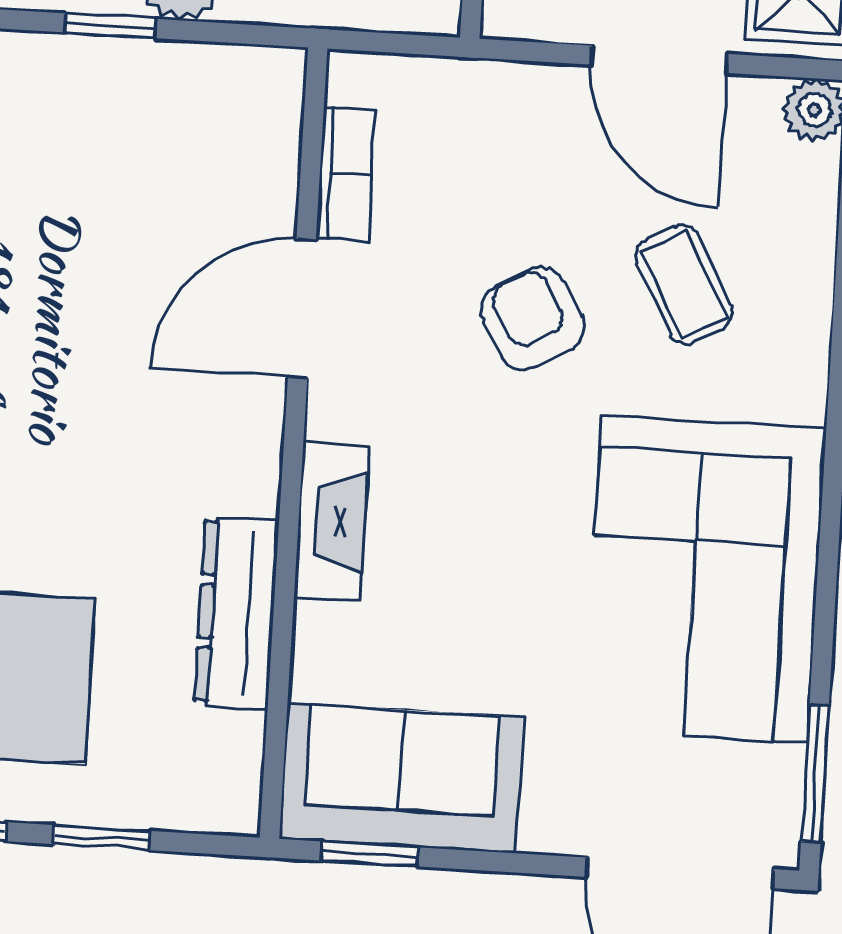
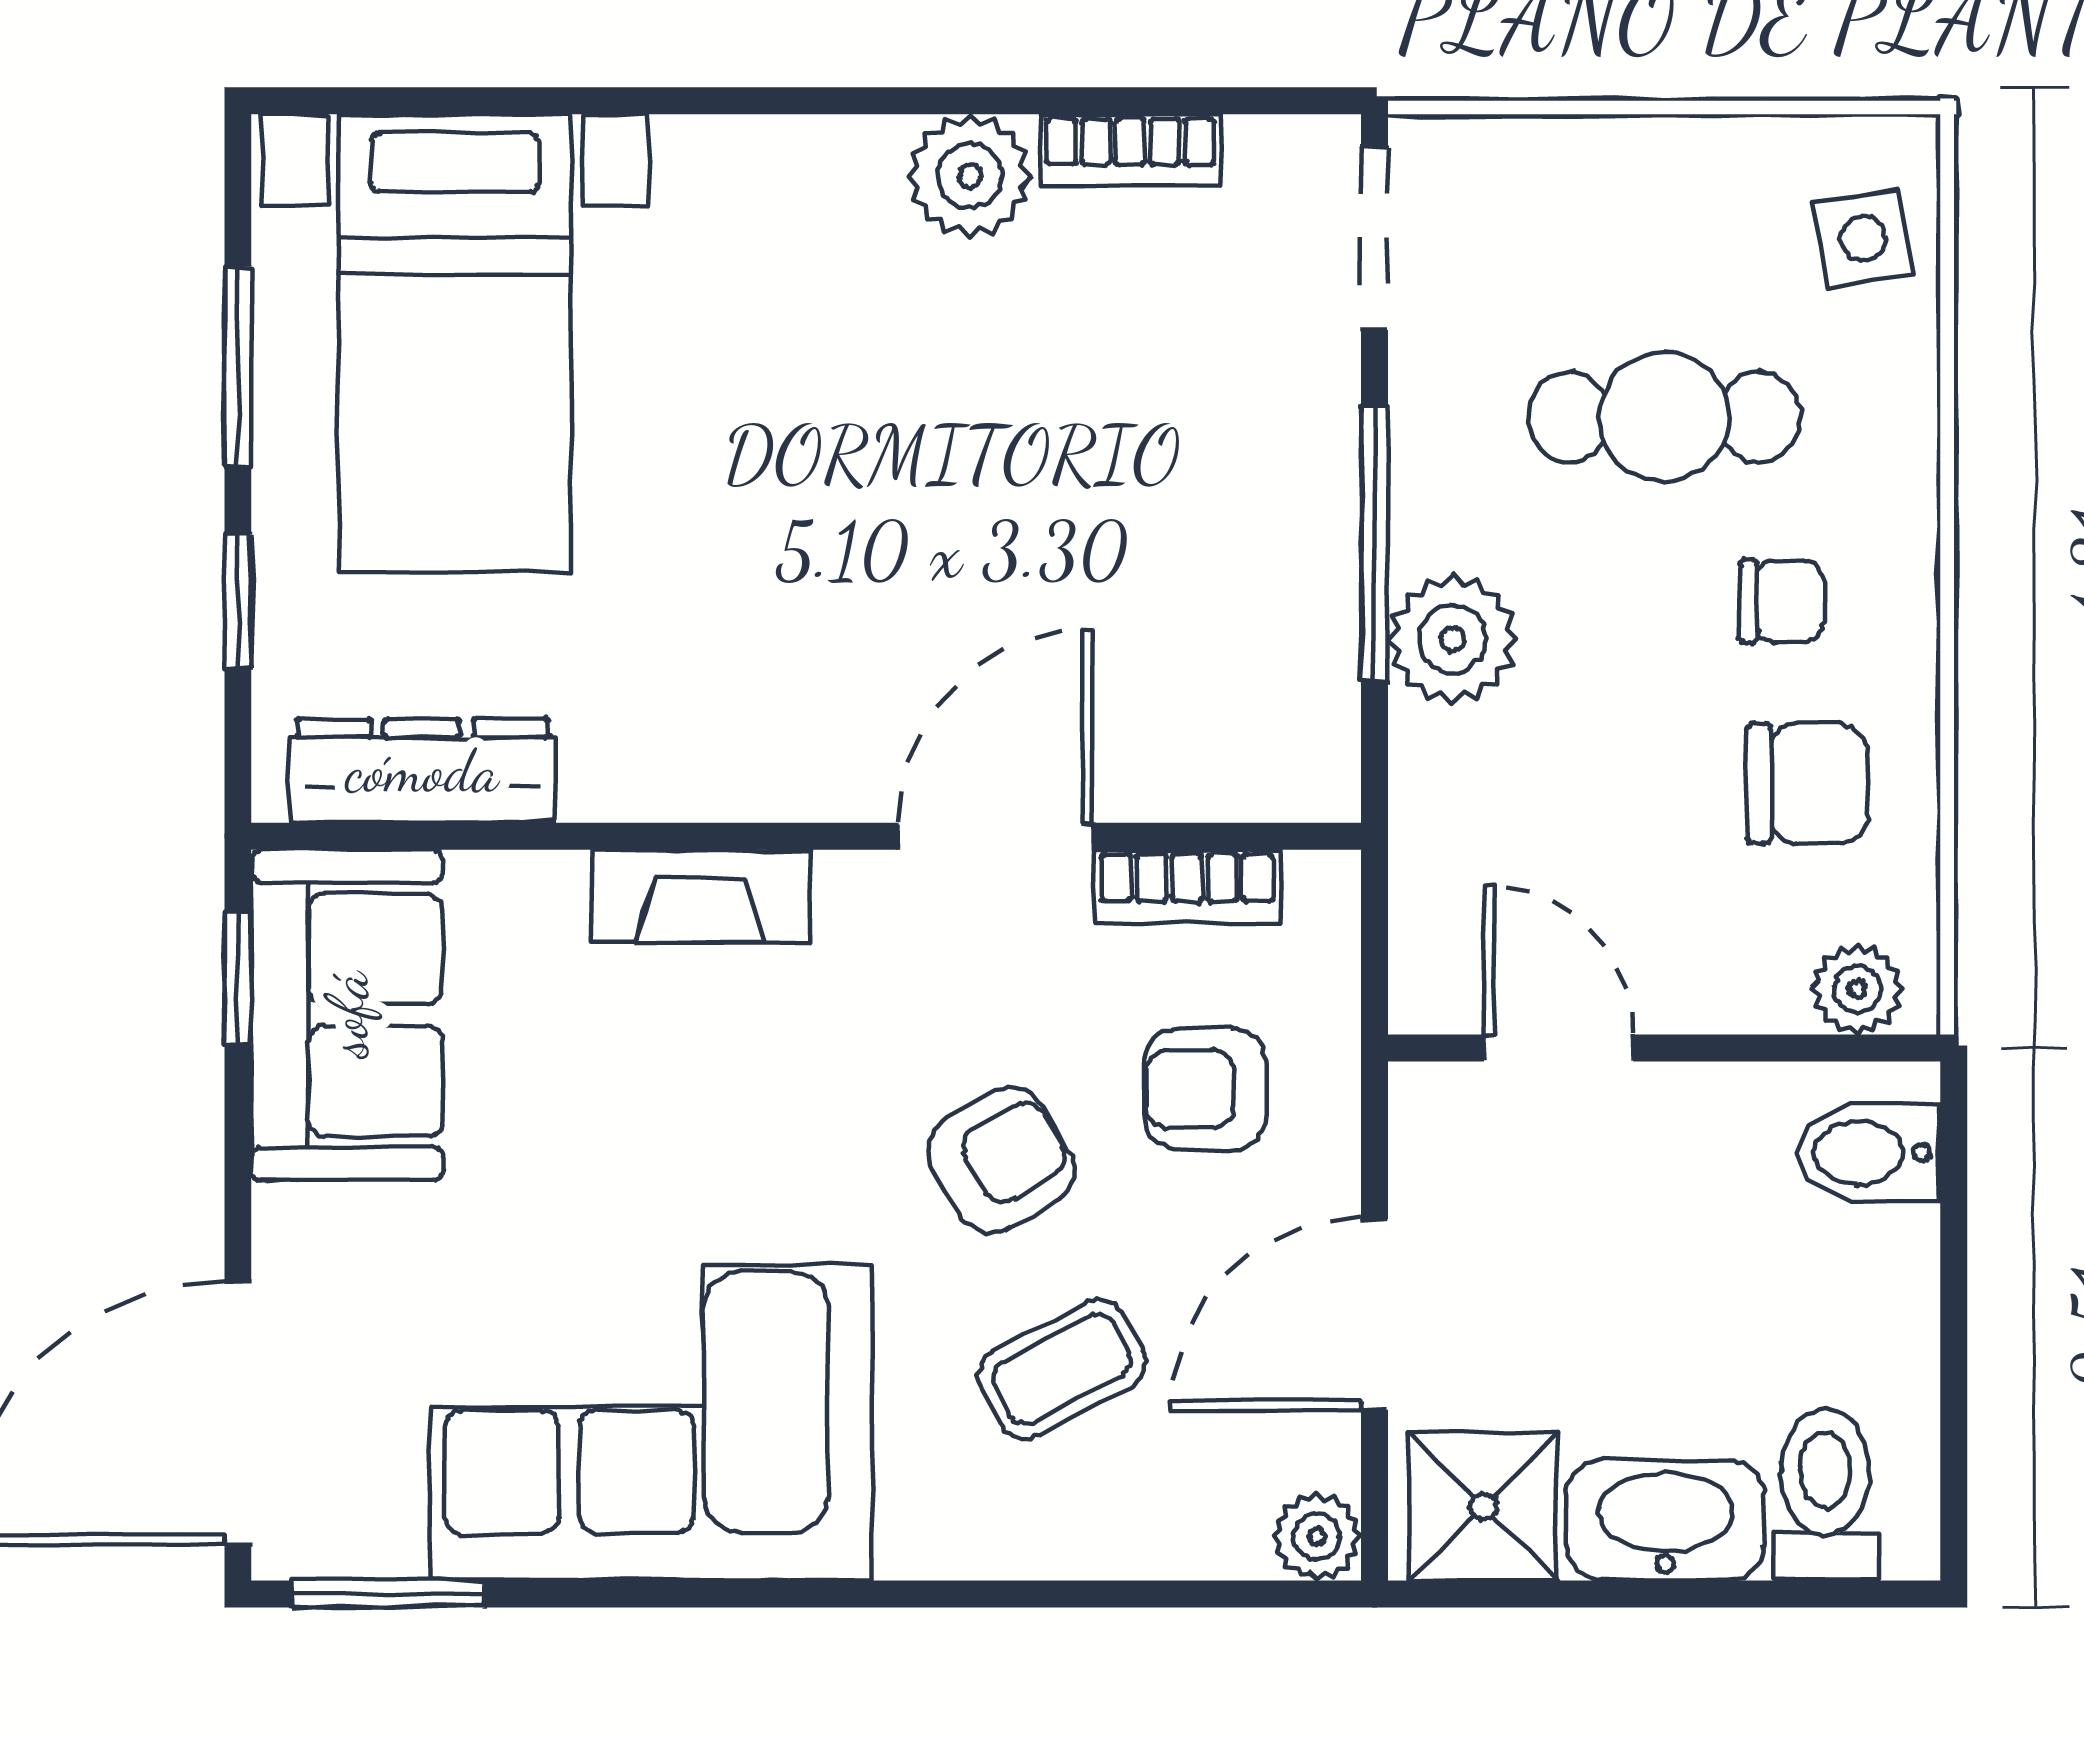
window: (110, 26) -> (1374, 544), width x2.17
armchair: (491, 170) -> (1205, 1089), added
door: (302, 308) -> (995, 836), hinge flipped
dresser: (236, 613) -> (422, 771), moved

